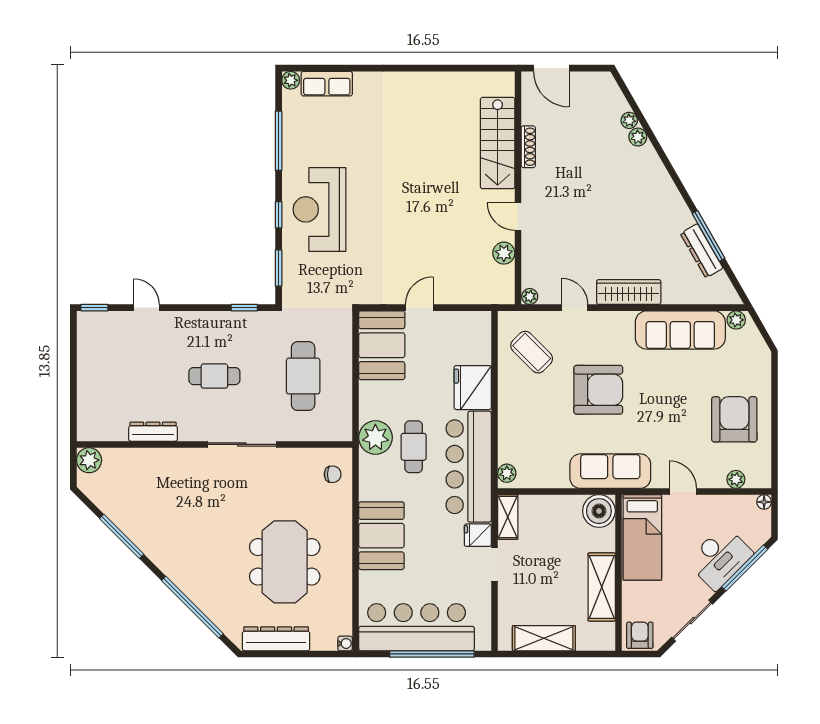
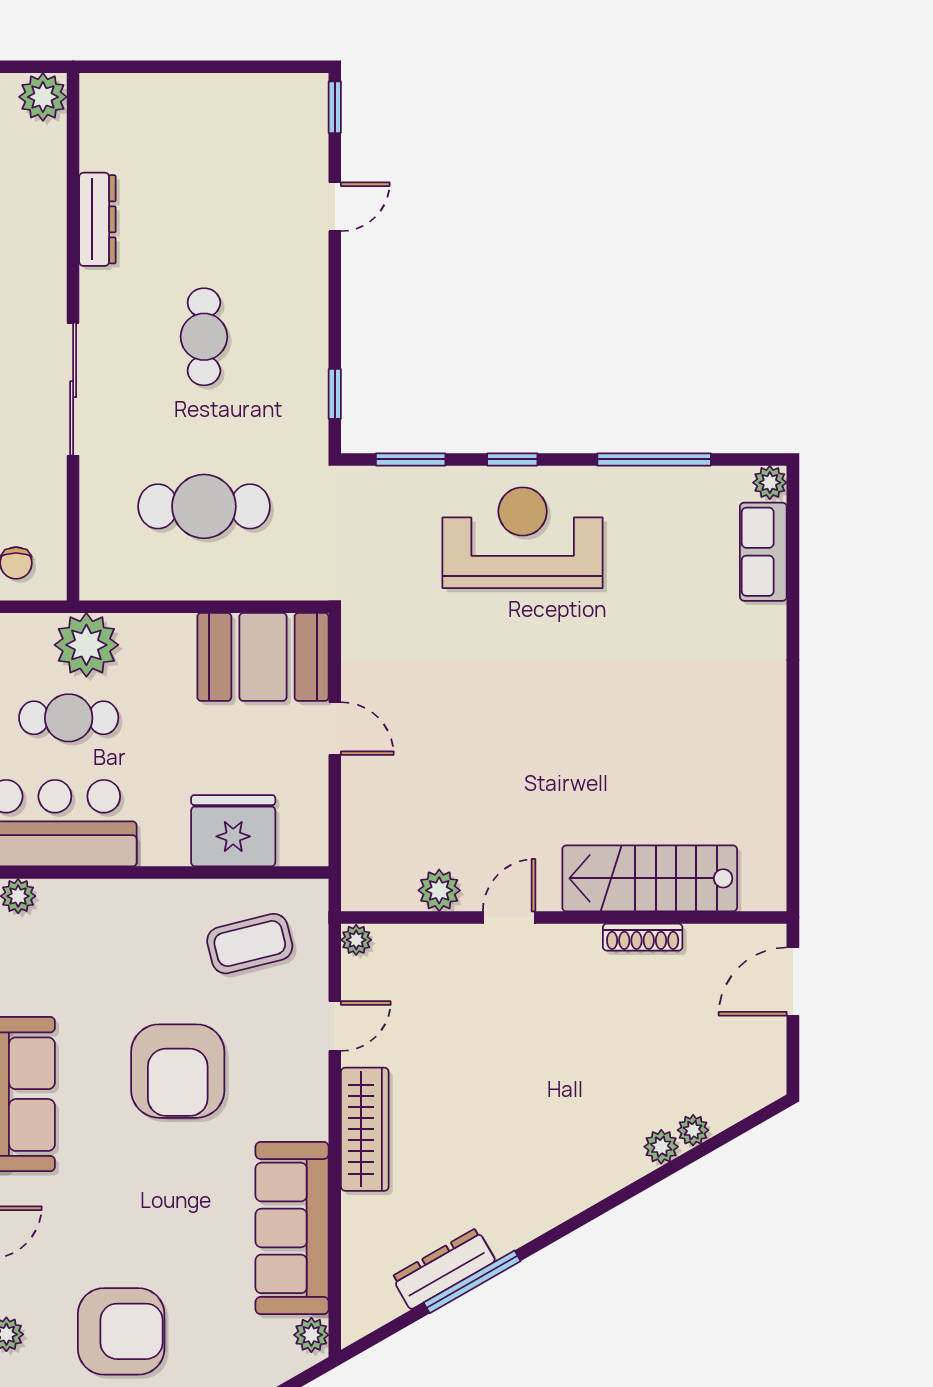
coffee table: (532, 352) -> (250, 944), turned 31
fridge: (473, 388) -> (233, 831), moved

